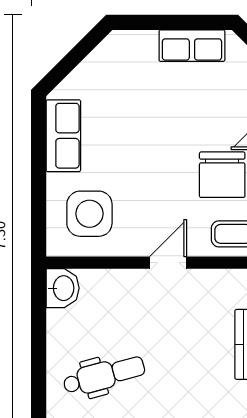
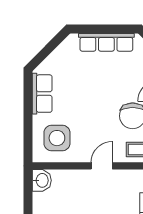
row of seats: (192, 46) -> (106, 42), width x1.48

